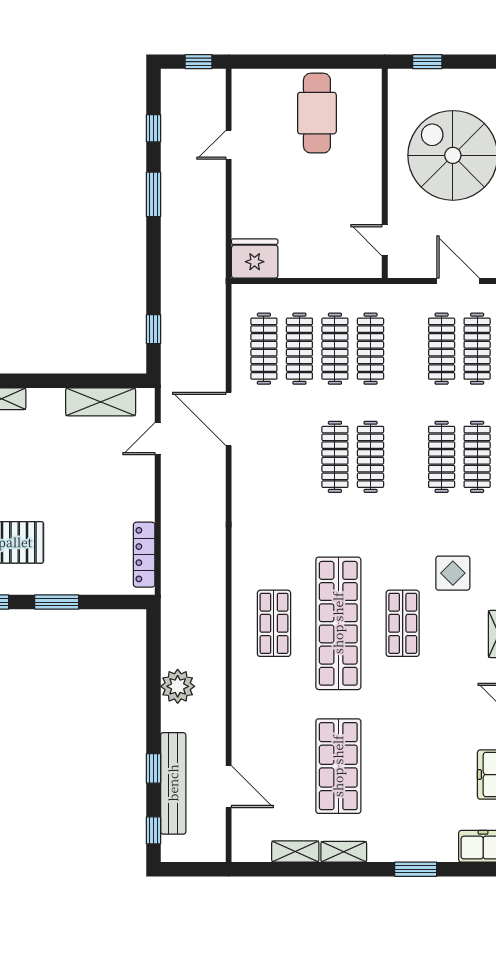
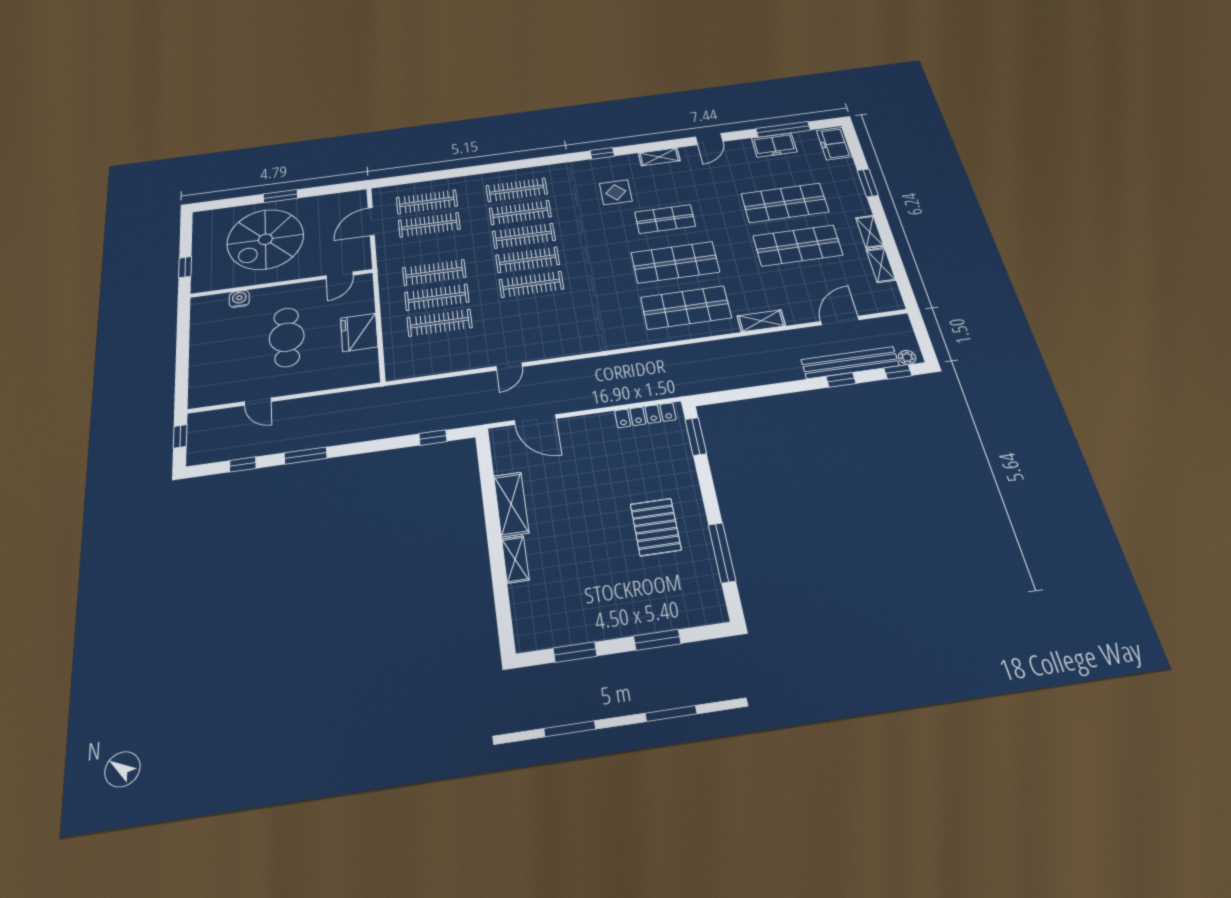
cafe table: (317, 113) -> (287, 337), moved, turned 90
water cooler: (371, 125) -> (239, 299), added
fridge: (255, 259) -> (359, 332), moved
clothes rail: (264, 349) -> (524, 236), moved
shelving: (101, 402) -> (511, 504), moved
door: (229, 419) -> (509, 367), width x0.53
door: (158, 439) -> (535, 420), width x1.38
window: (57, 602) -> (696, 436), moved
shop shelf: (274, 623) -> (686, 308), width x1.43, depth x1.36
shop shelf: (338, 623) -> (675, 262), width x0.71
plant: (178, 686) -> (907, 357), moved, width x0.53, depth x0.53
shelving: (243, 702) -> (761, 321), added
shop shelf: (403, 766) -> (785, 203), added

